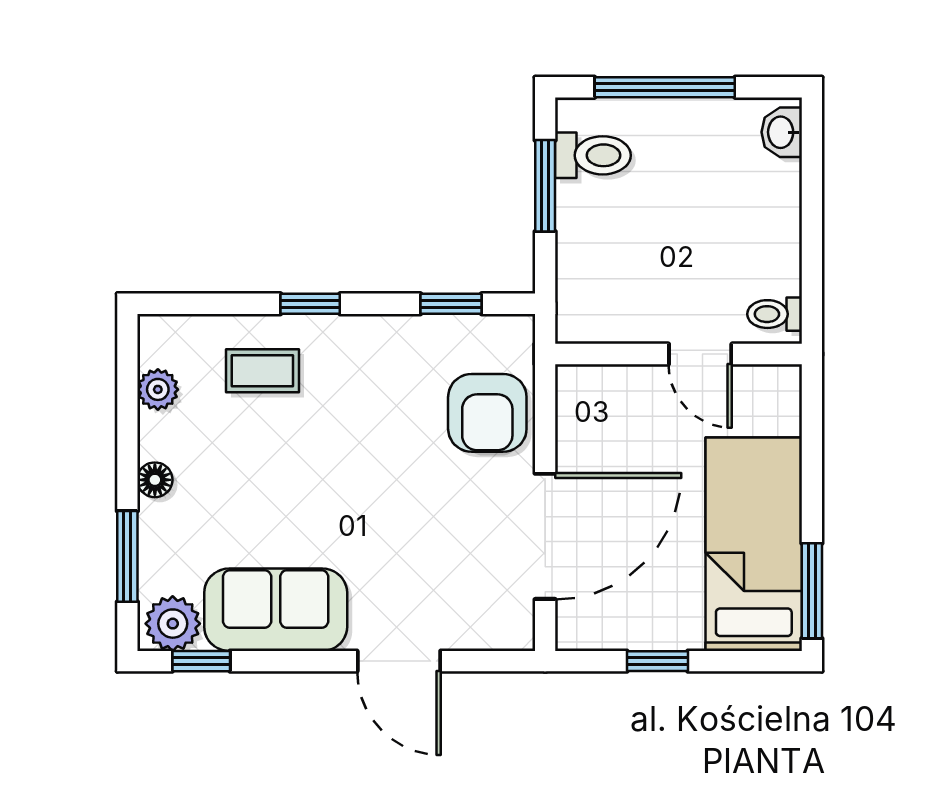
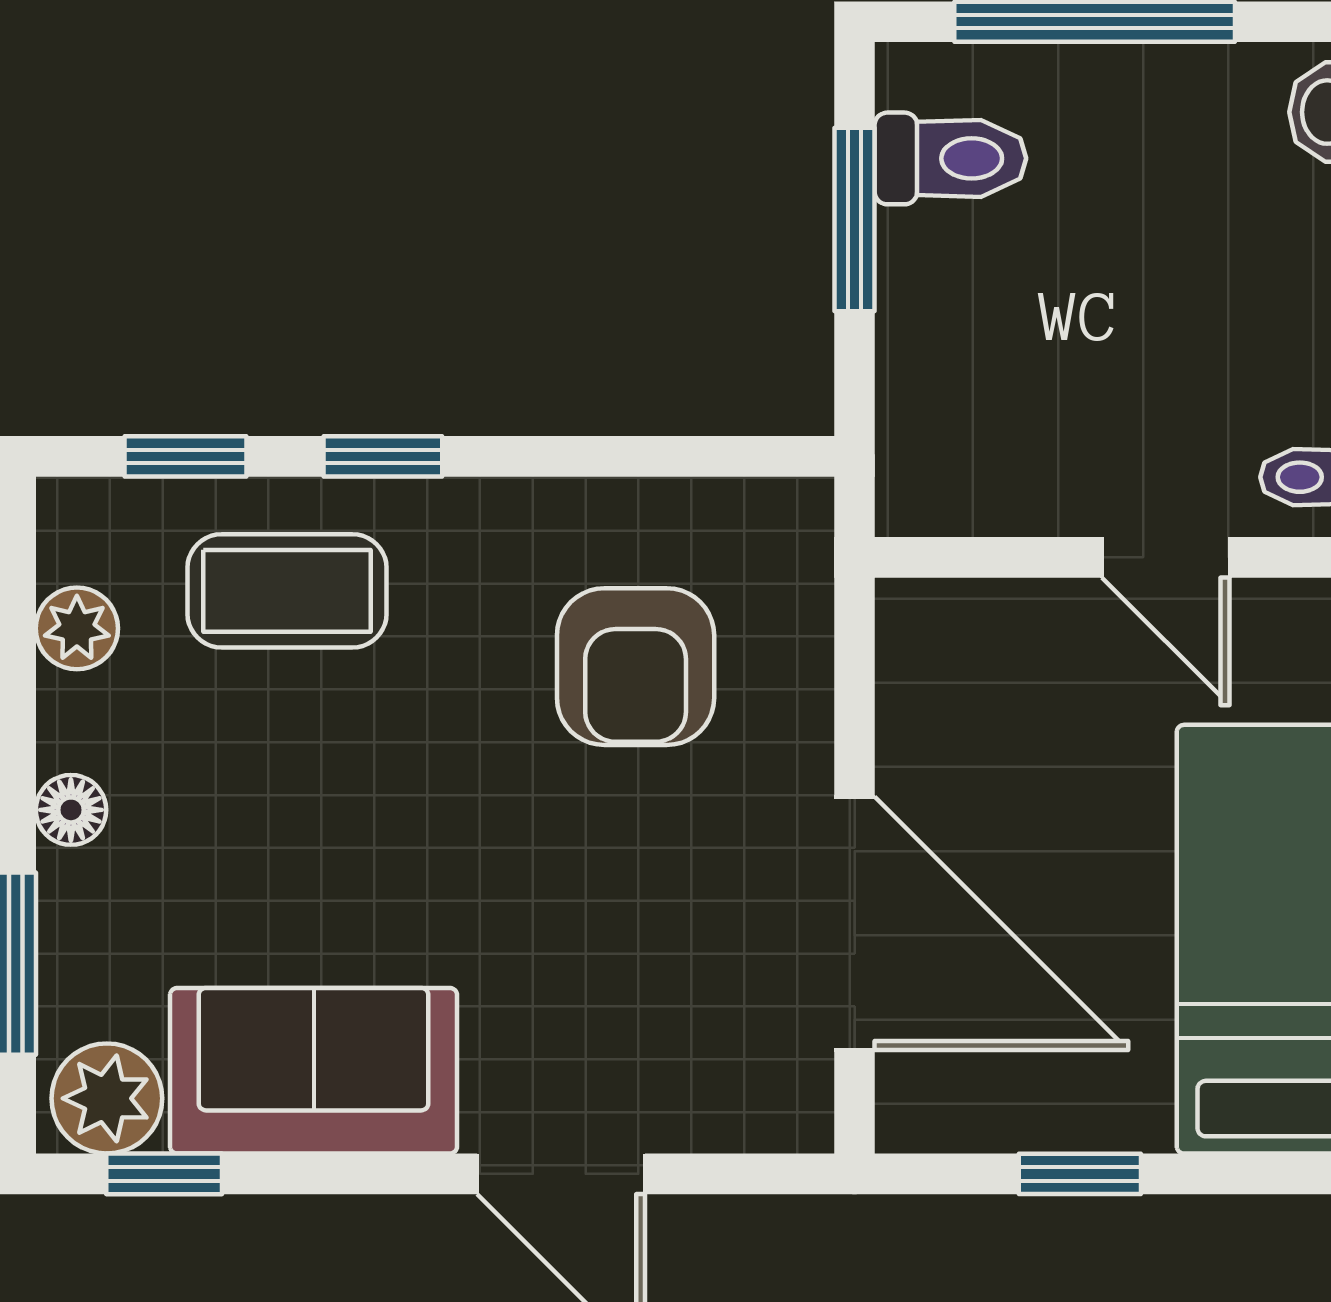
window: (451, 304) -> (185, 456), moved
coffee table: (262, 371) -> (287, 591), width x1.36, depth x1.30
armchair: (487, 413) -> (636, 667), moved
door: (545, 536) -> (855, 923), hinge flipped

